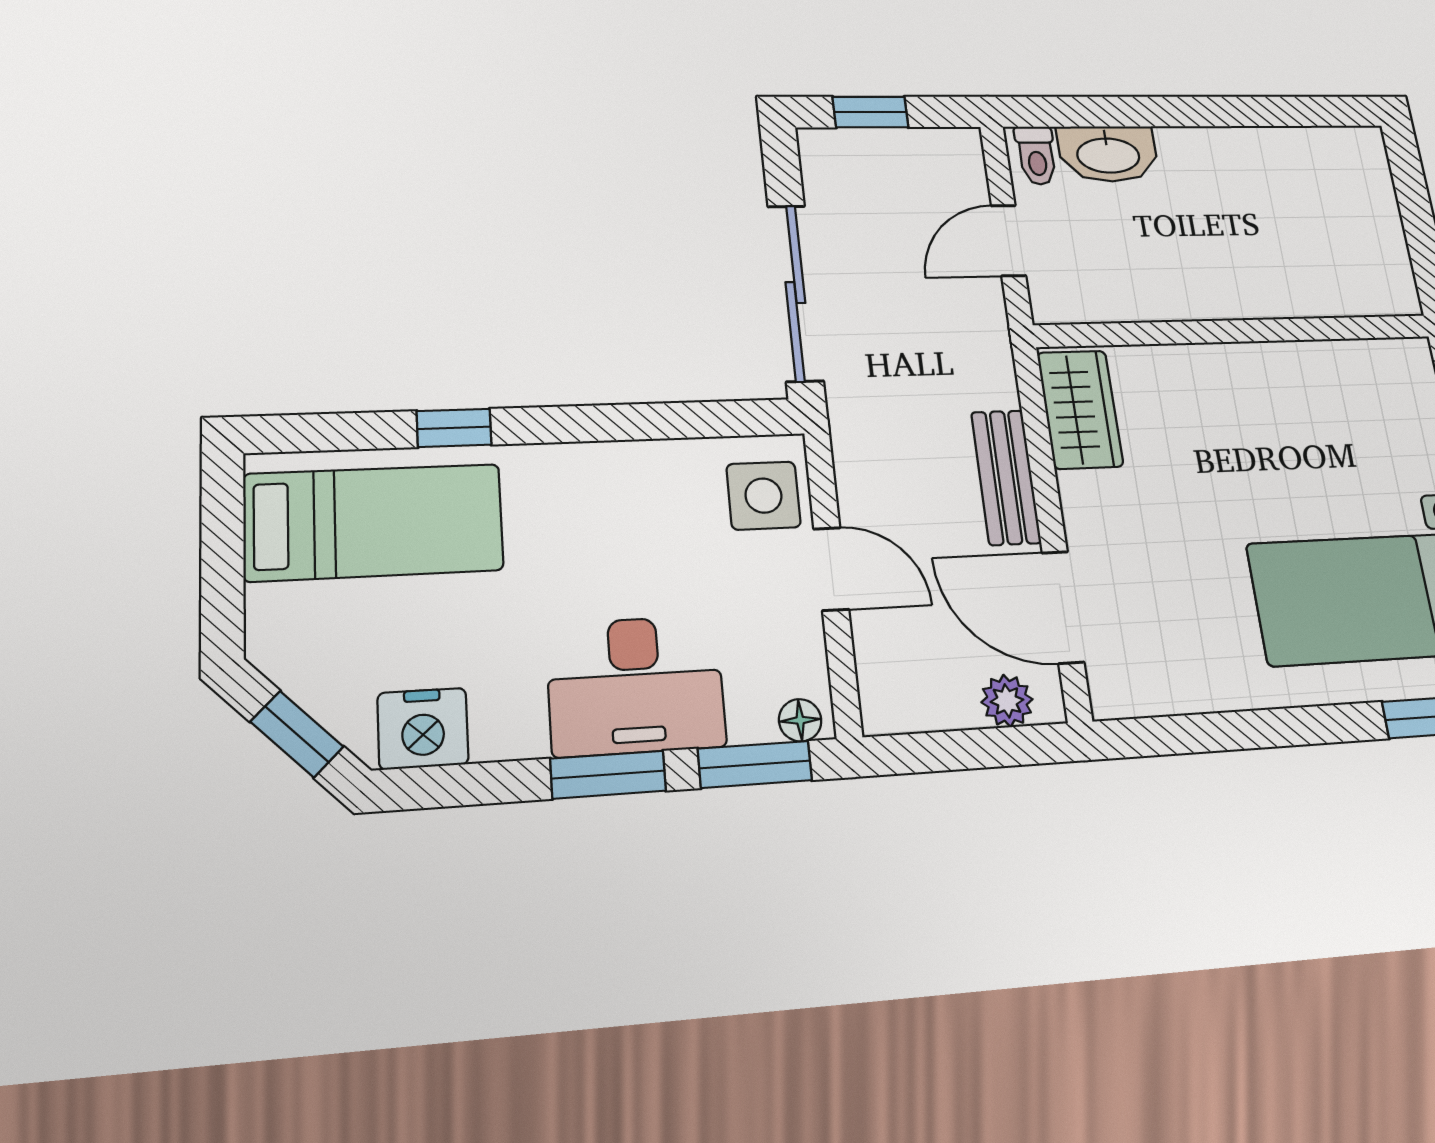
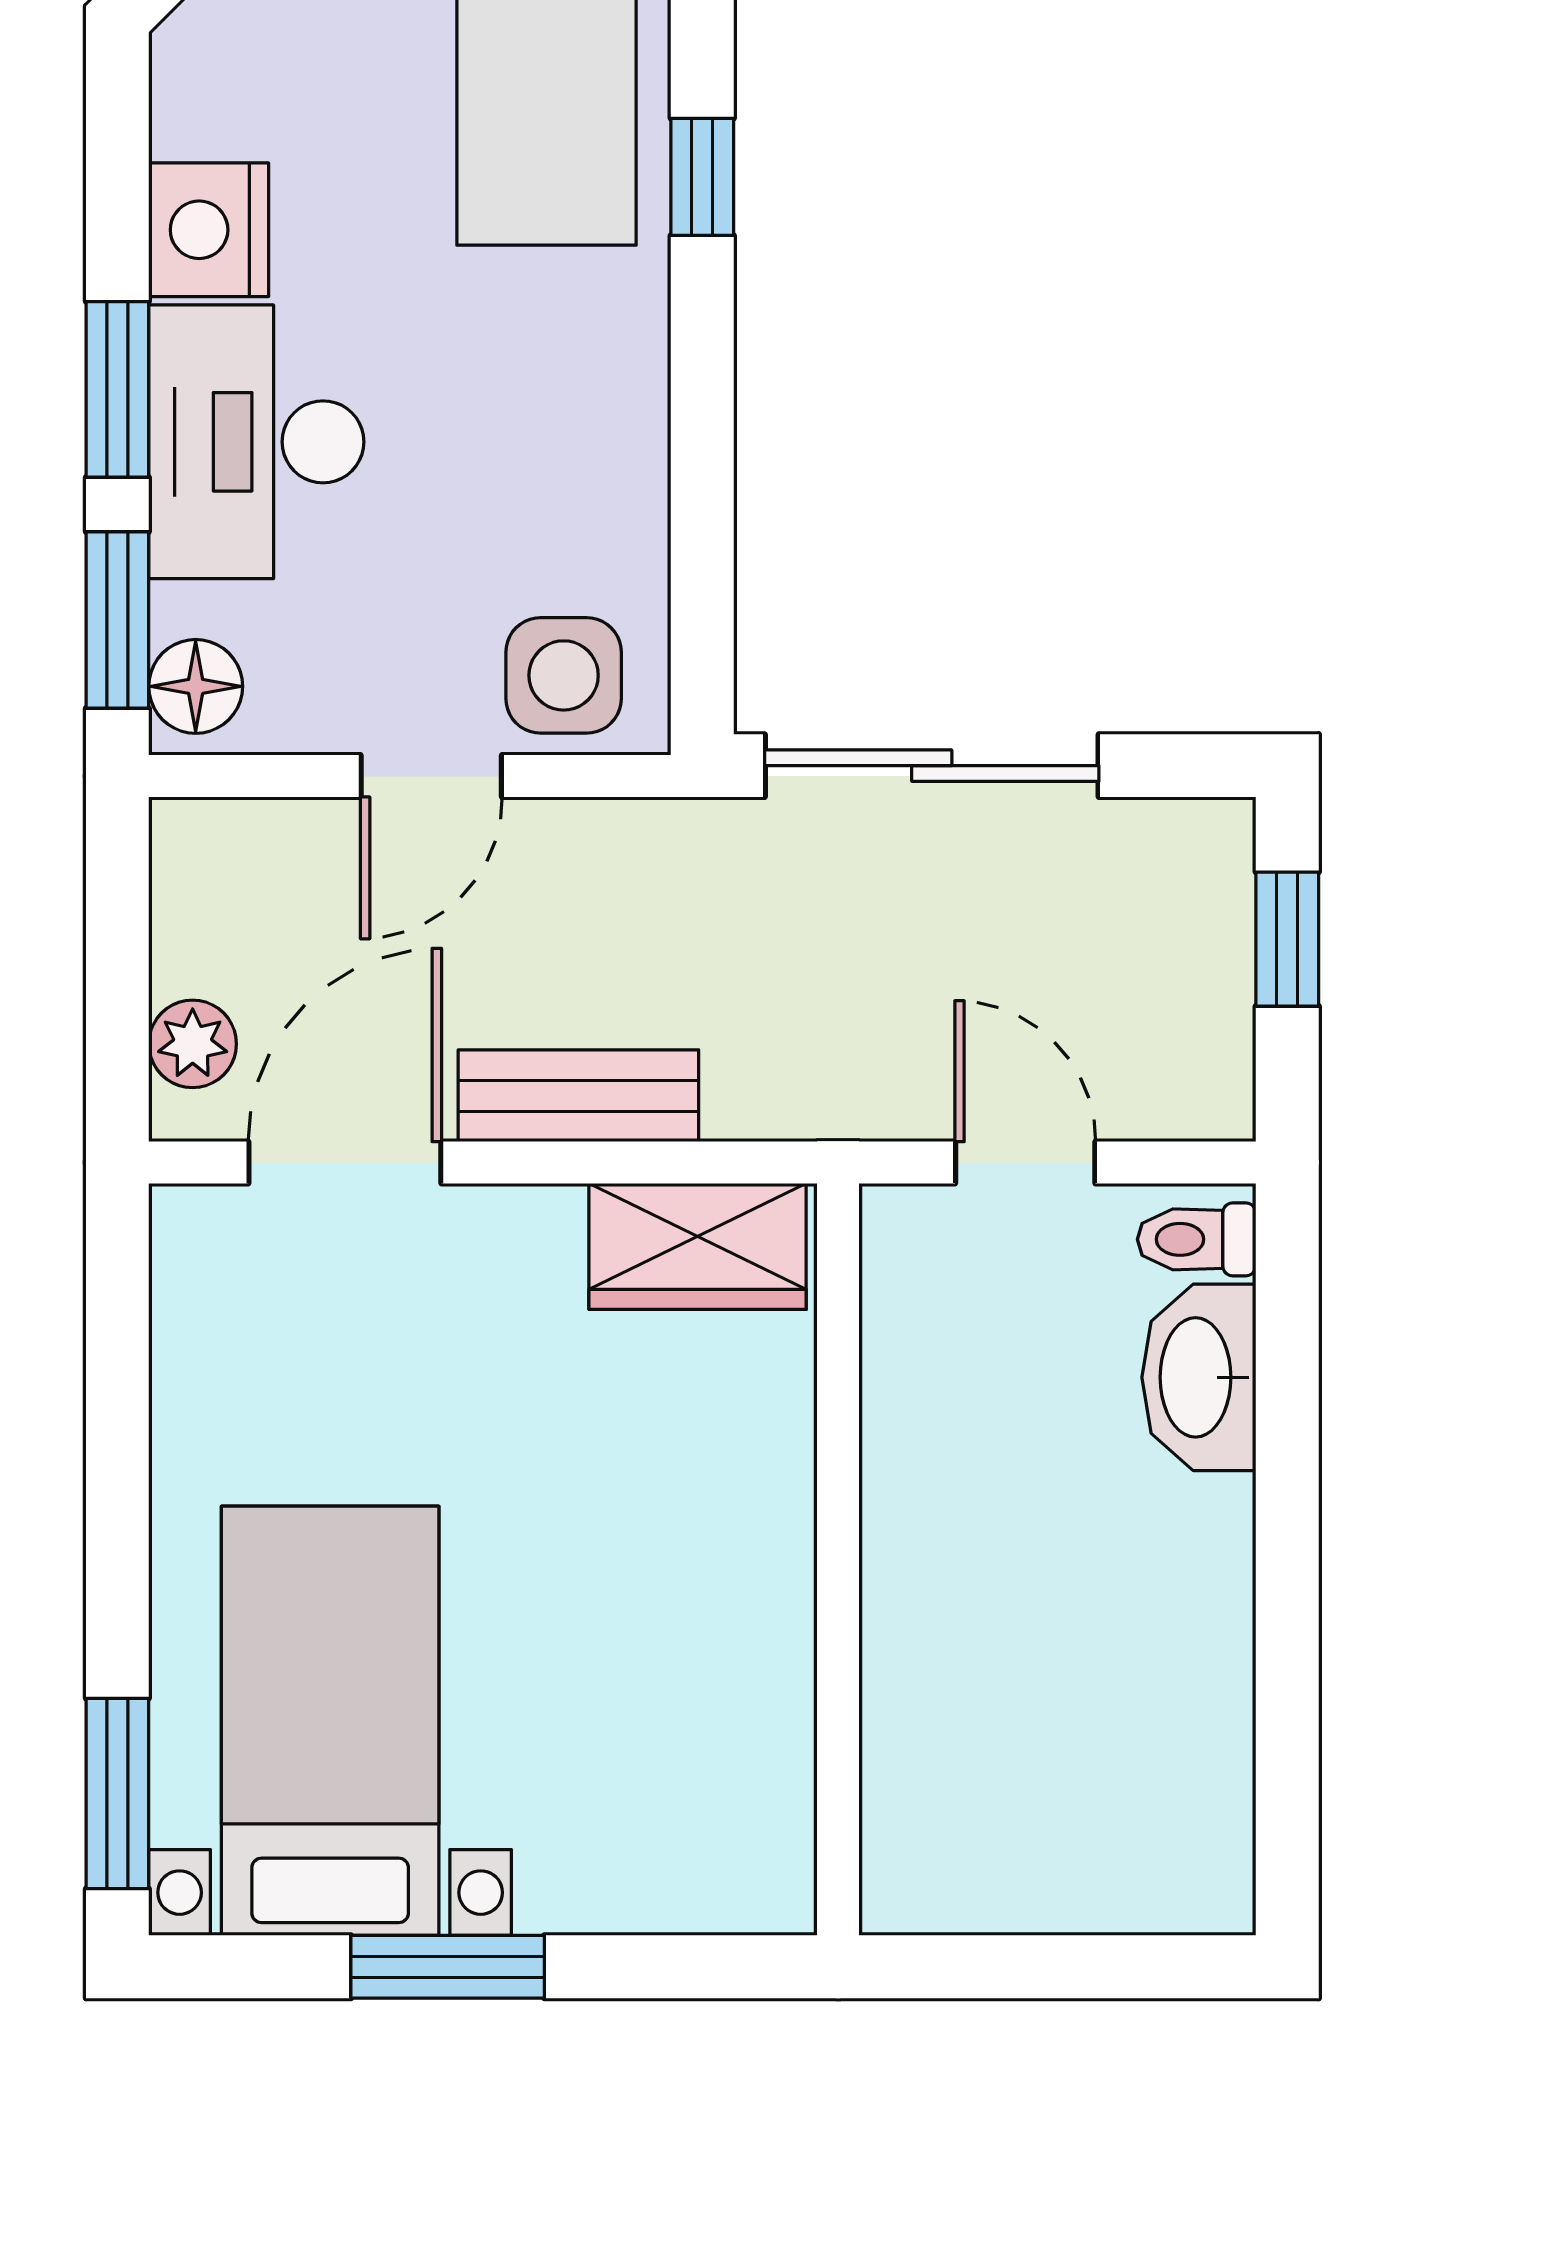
floor lamp: (800, 720) -> (196, 686), width x1.37, depth x1.37
nightstand: (423, 729) -> (209, 230), moved

